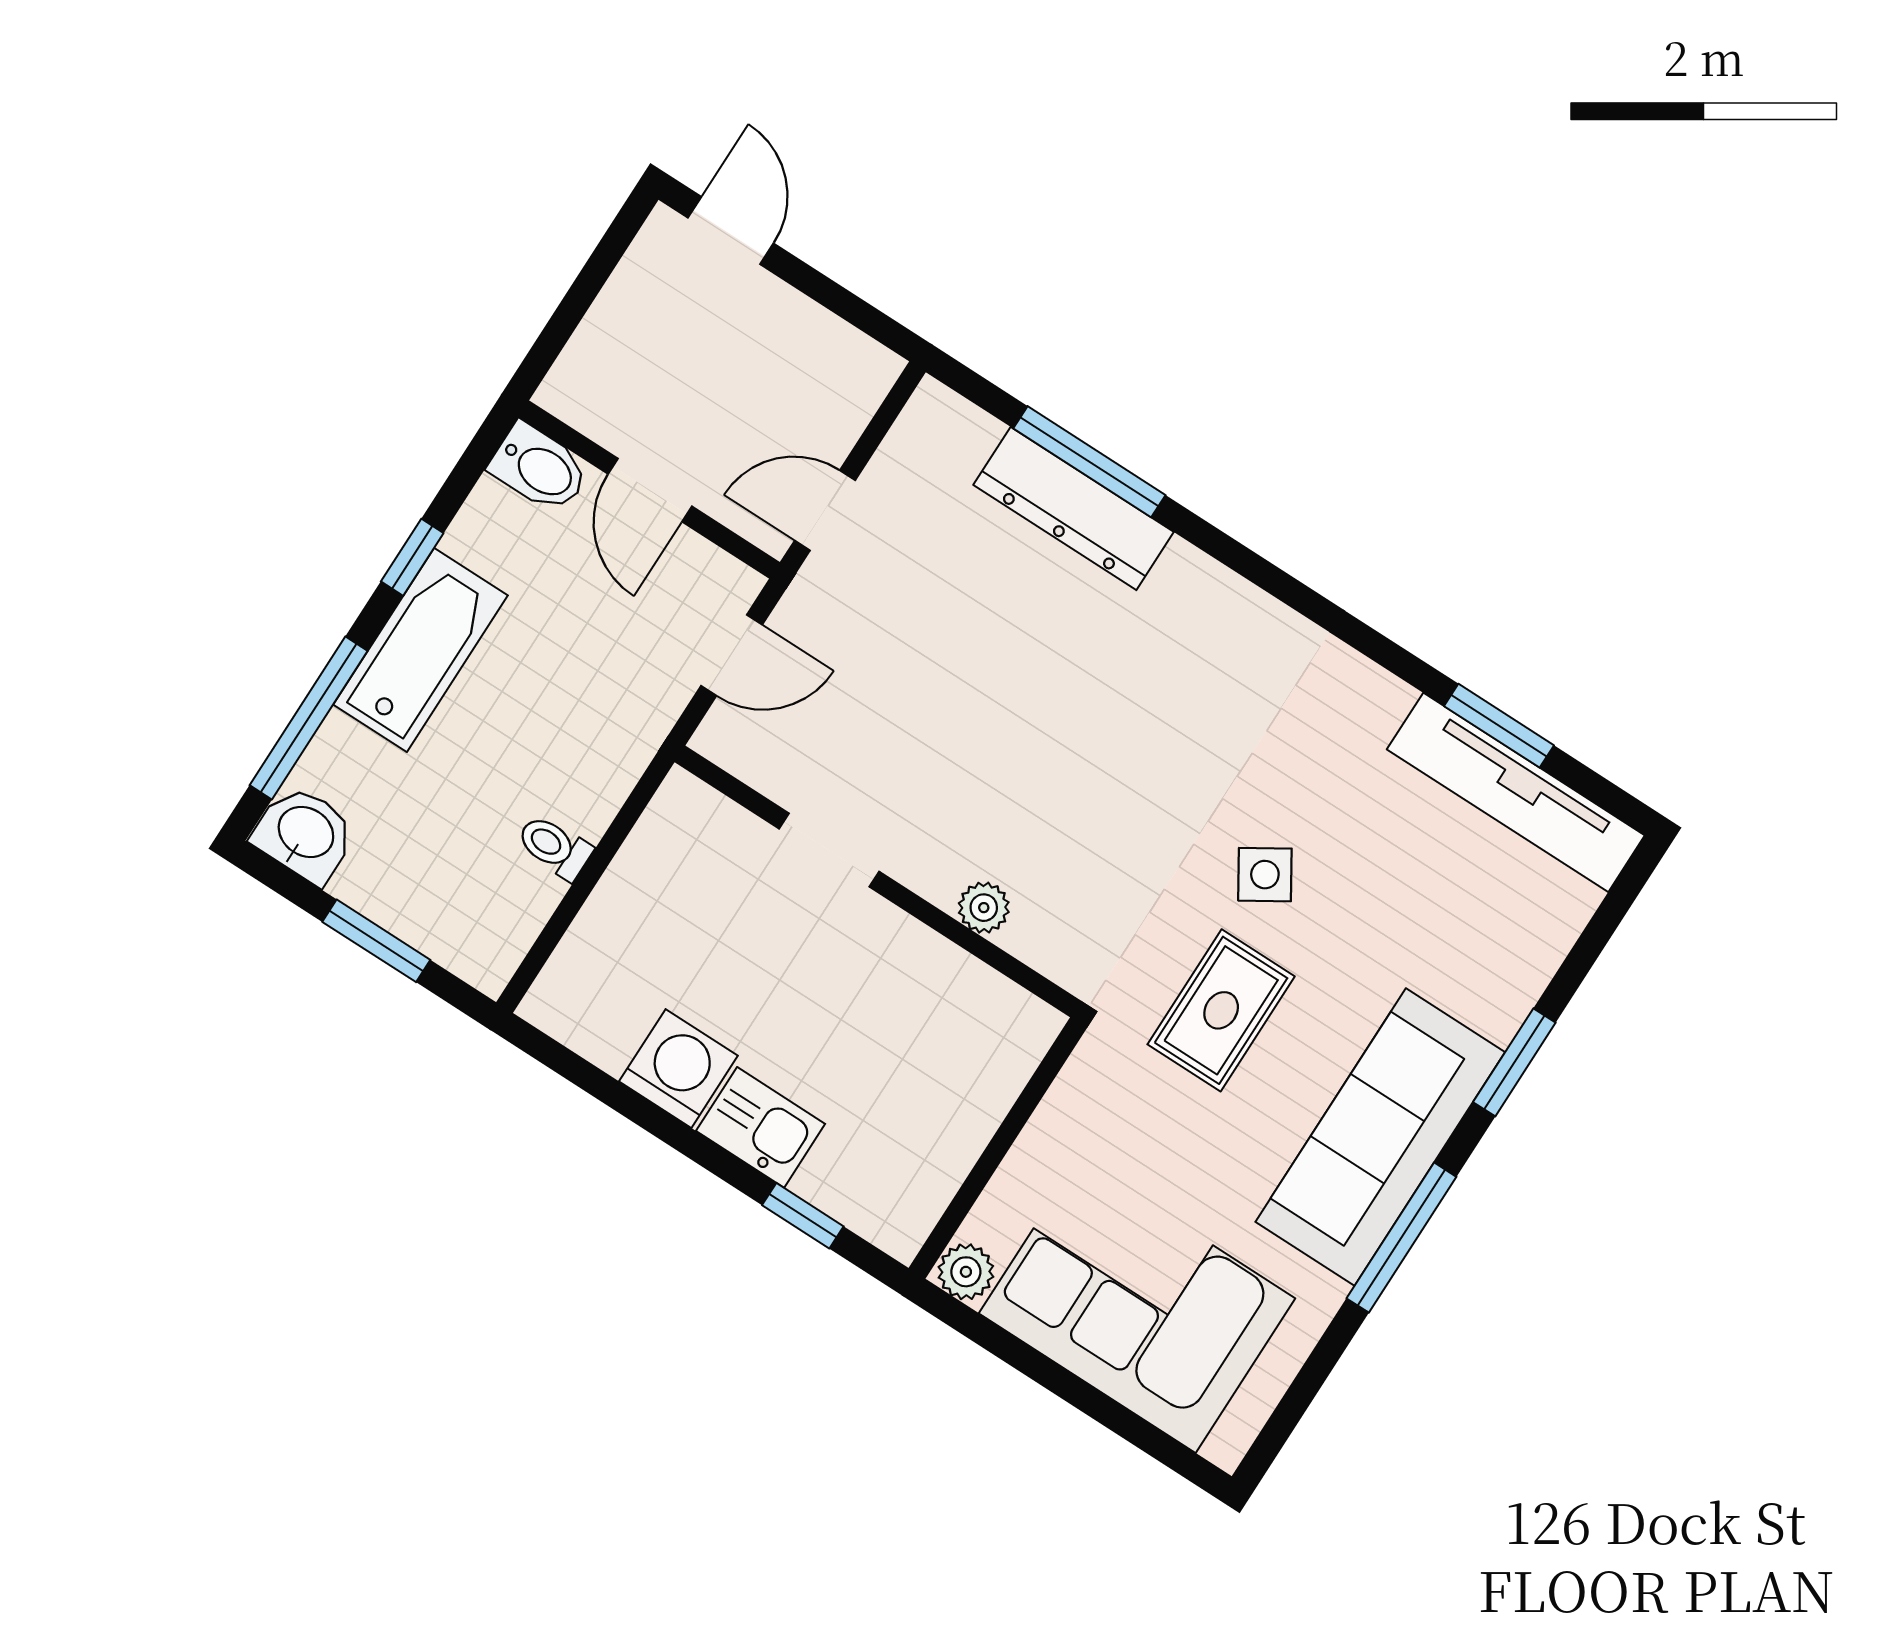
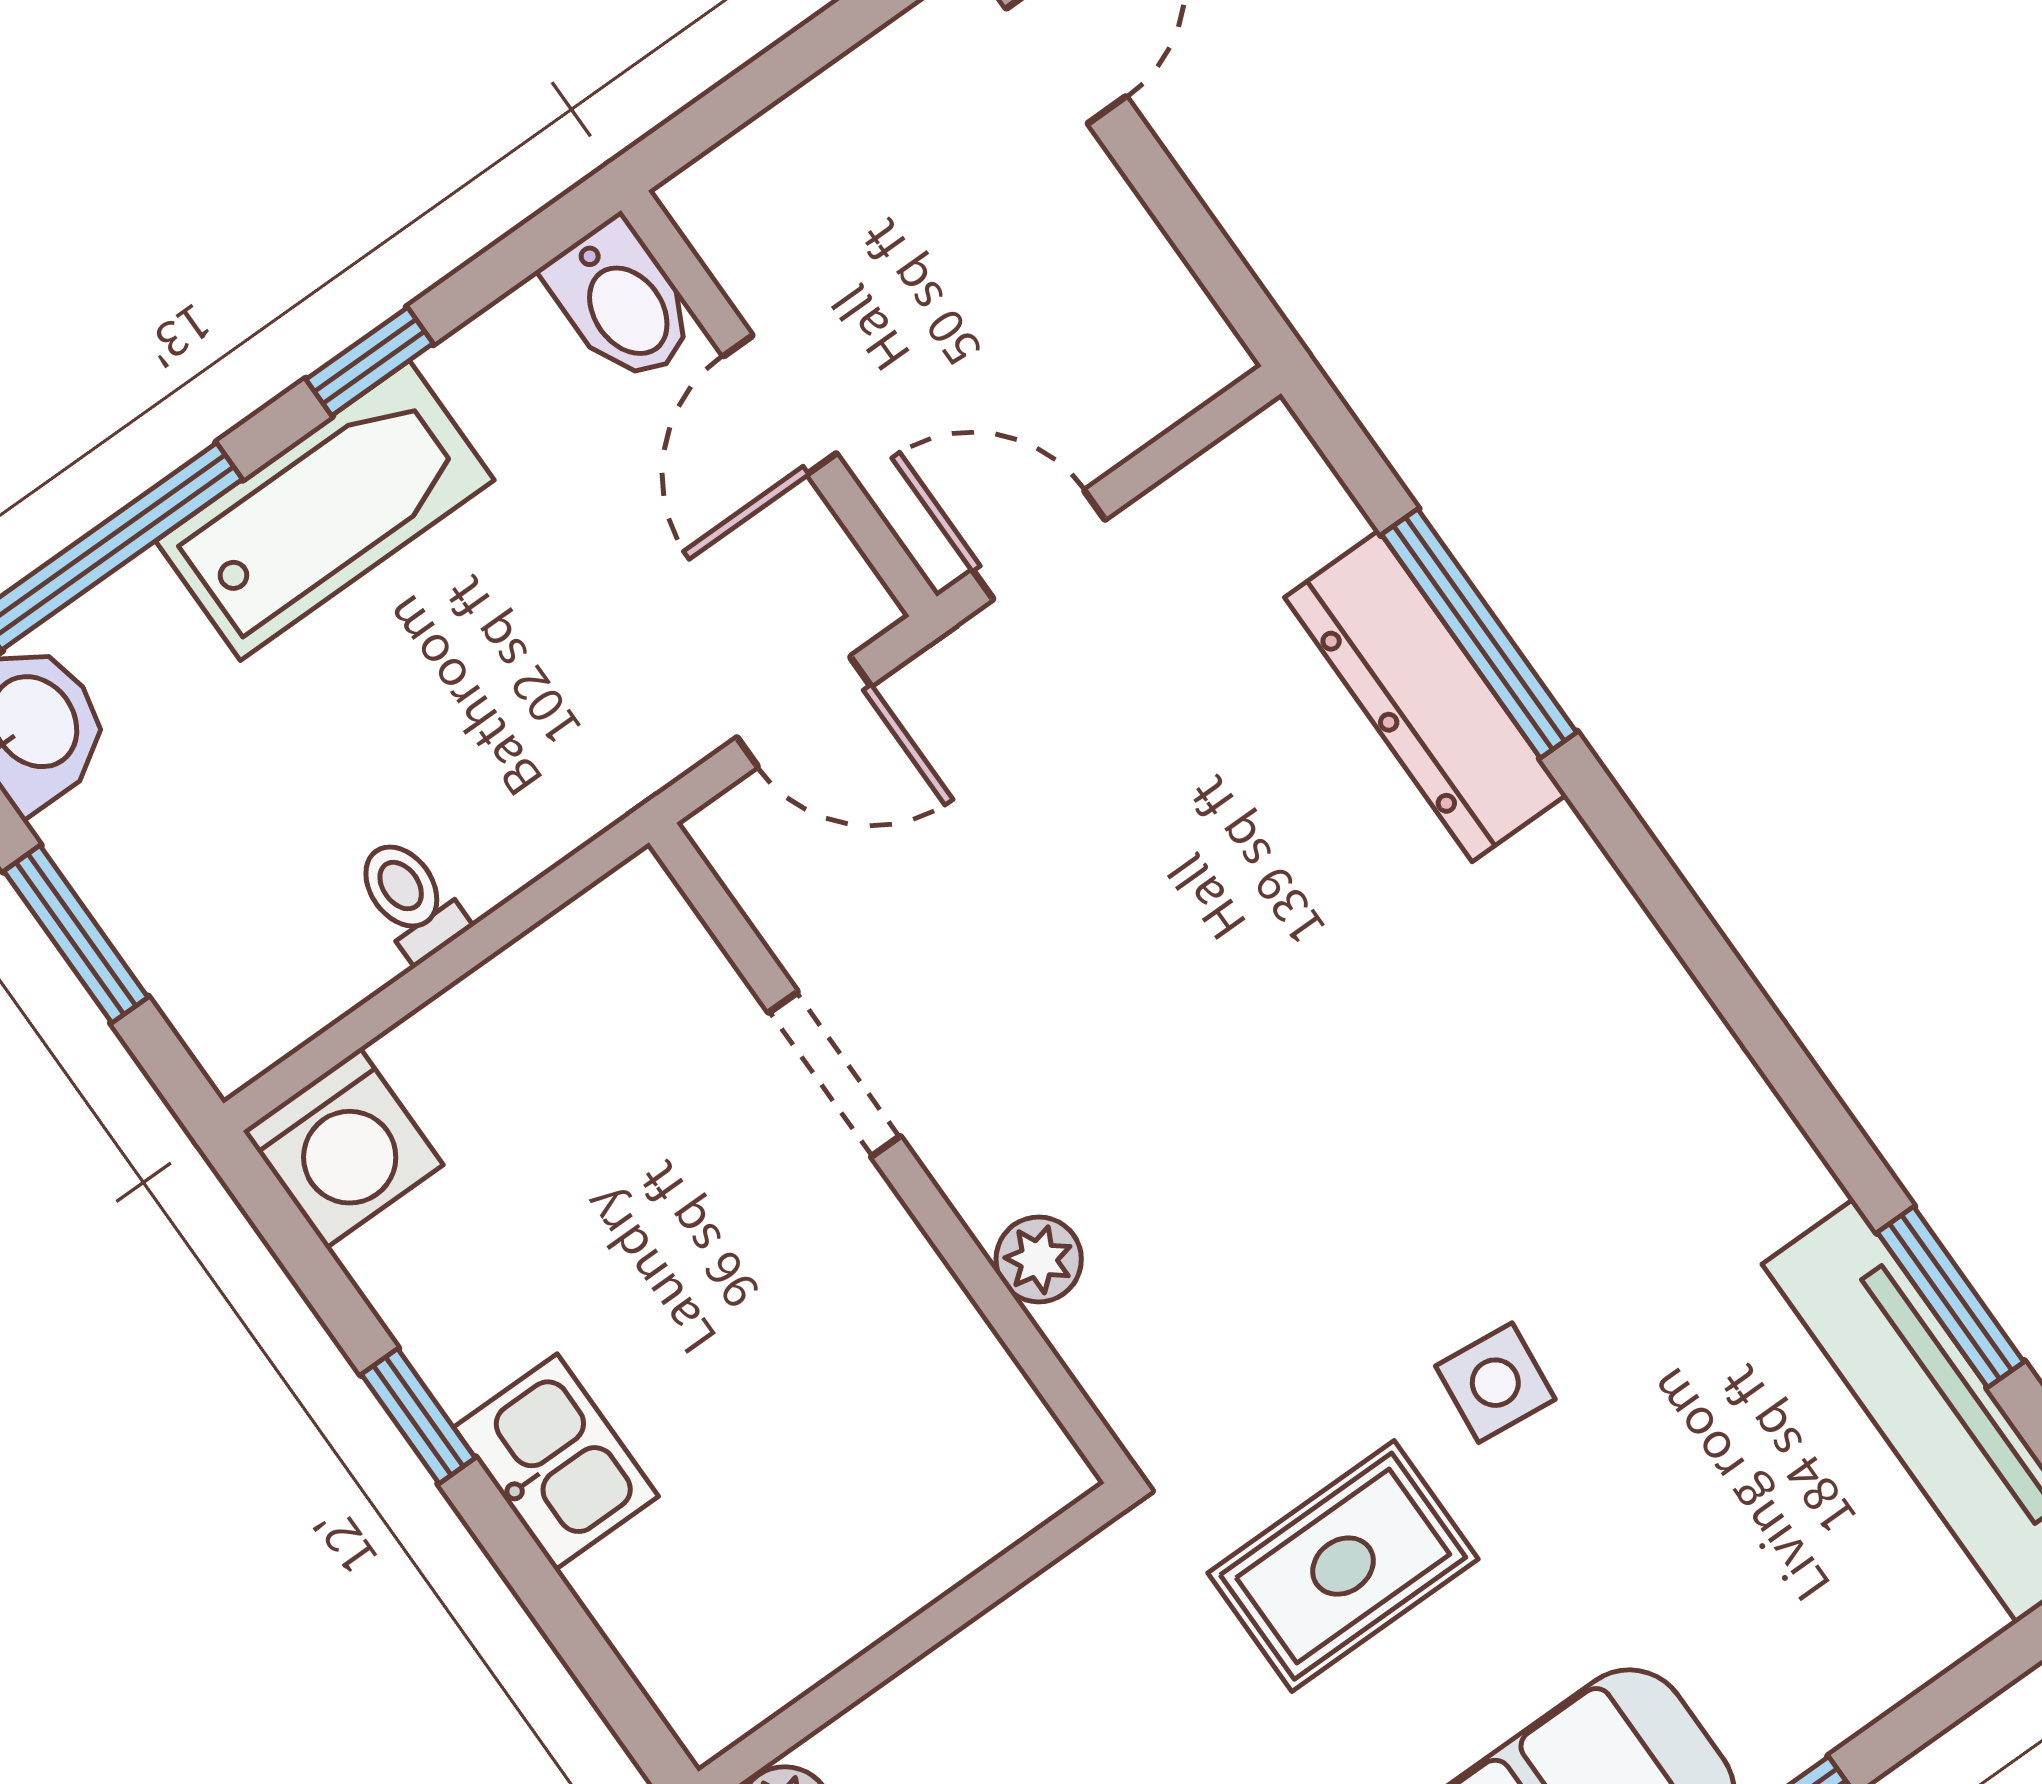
side table: (1265, 875) -> (1495, 1383), turned 38
washing machine: (678, 1069) -> (343, 1148), moved, turned 90
window: (803, 1216) -> (418, 1416), moved

